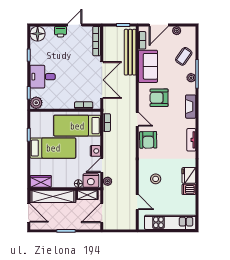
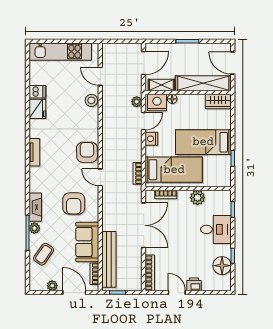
door: (75, 25) -> (177, 293), swing flipped
door: (159, 25) -> (74, 293), hinge flipped
floor lamp: (38, 34) -> (222, 266), moved
double door: (102, 80) -> (144, 225), swing flipped
armchair: (159, 98) -> (74, 204), turned 90
plant: (36, 103) -> (197, 198), moved
fireplace: (191, 107) -> (35, 207), moved
stool: (156, 179) -> (91, 100), moved

